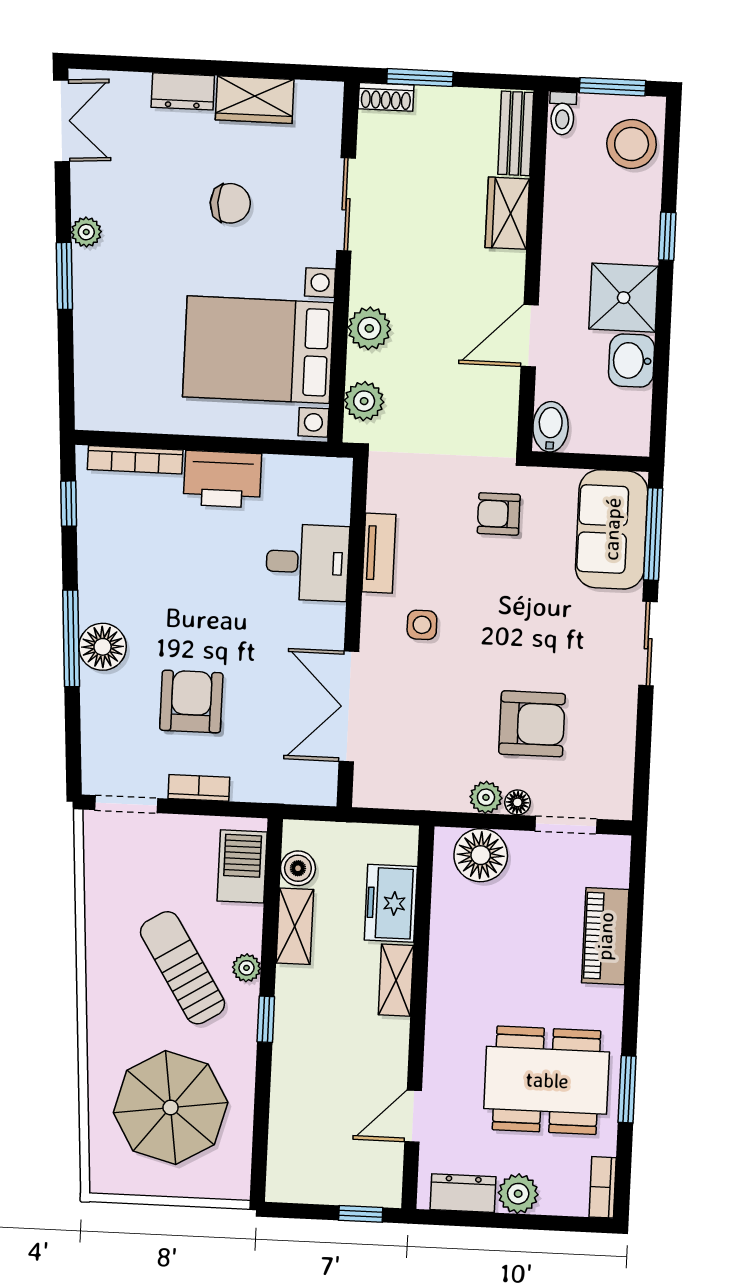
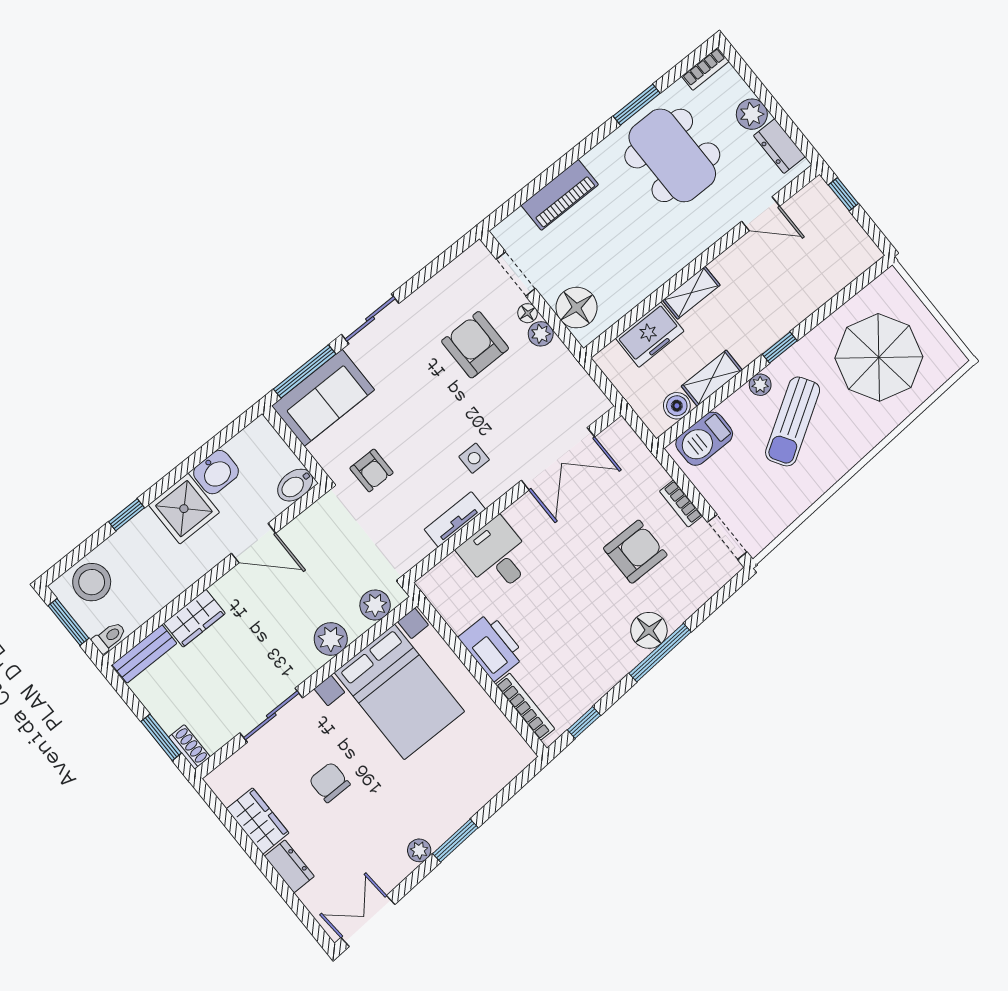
armchair: (191, 702) -> (635, 552), turned 180

